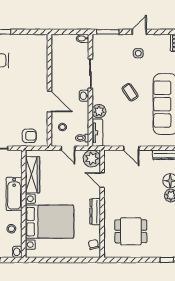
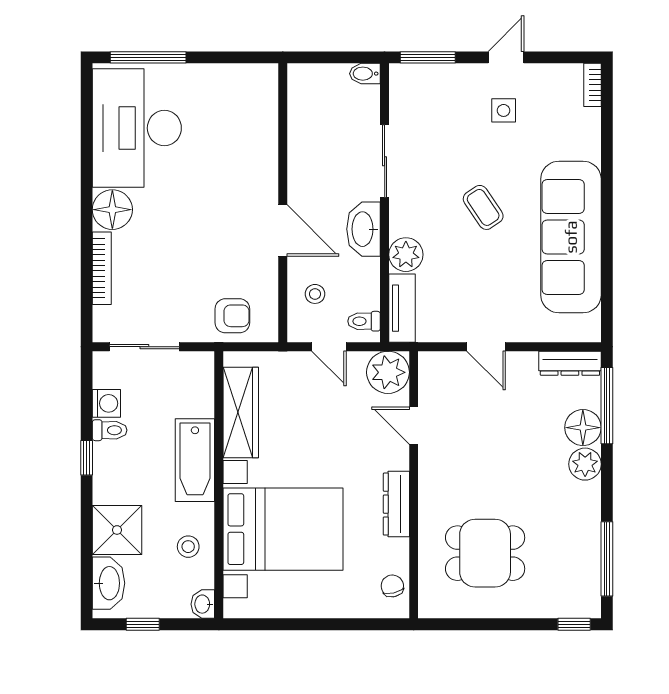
washbasin: (84, 96) -> (363, 229), width x1.91, depth x1.45

